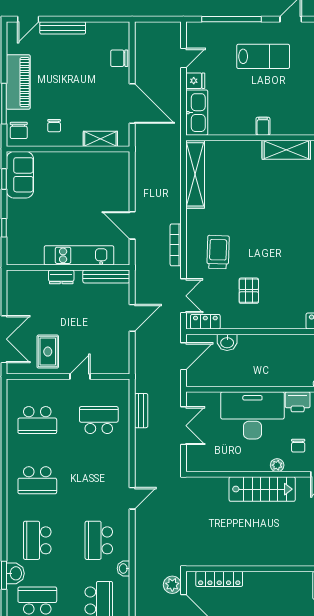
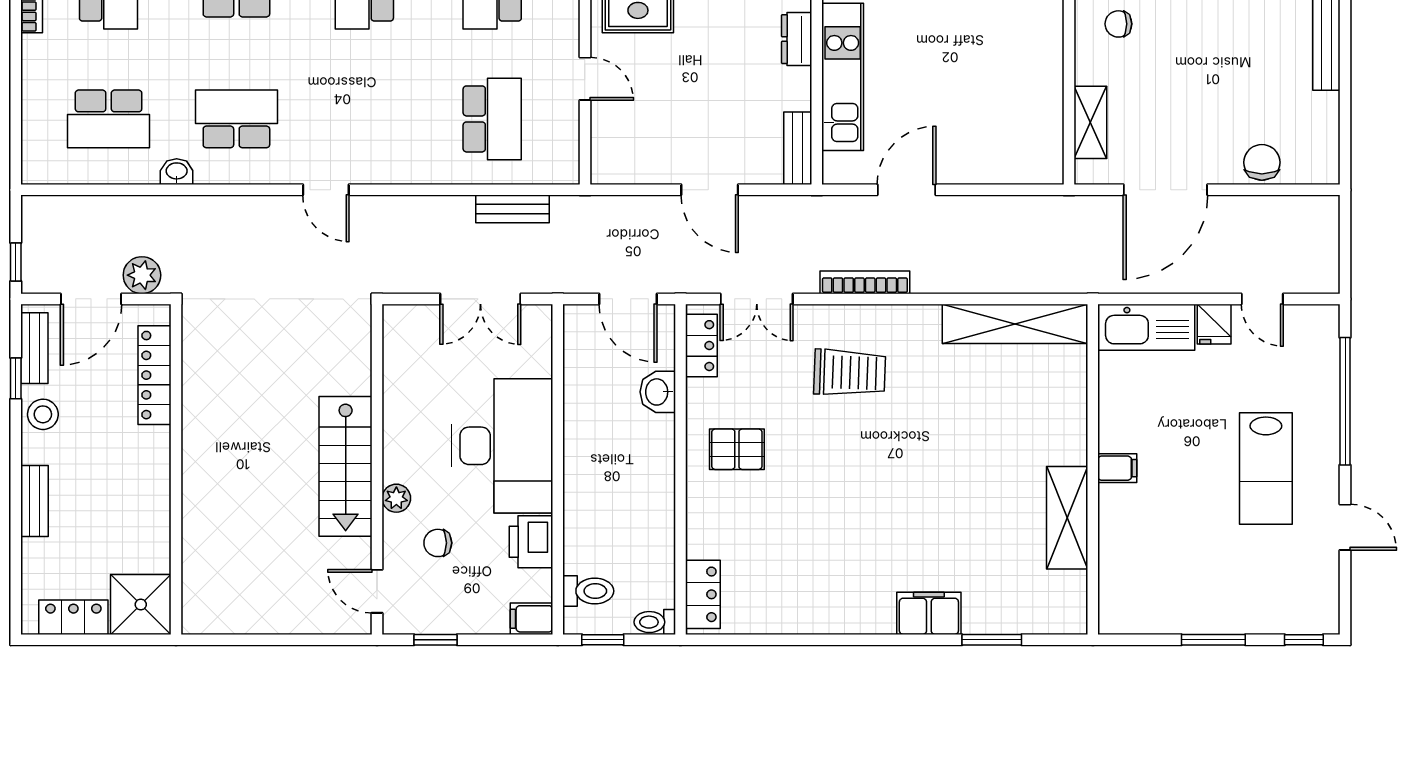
bench: (106, 276) -> (798, 148), width x0.73
pallet: (249, 291) -> (737, 449), moved

